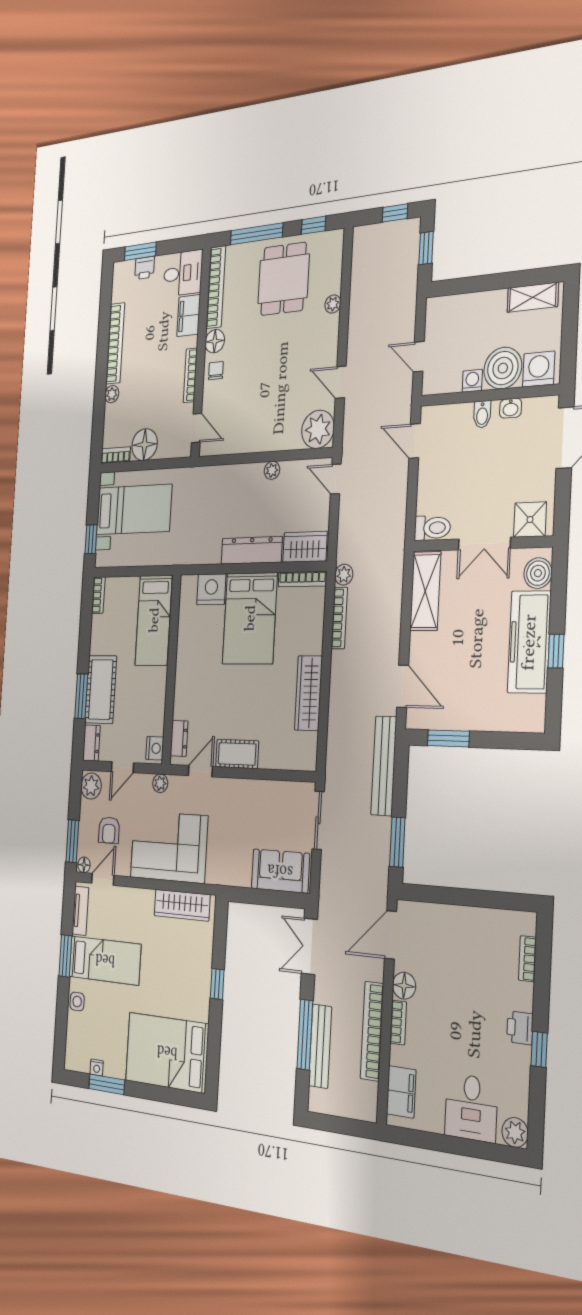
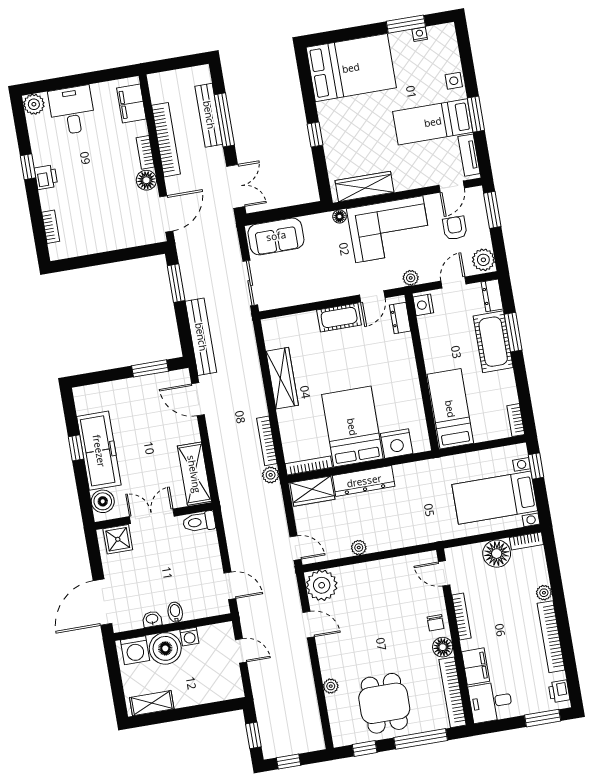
printer: (145, 268) -> (559, 691), moved, turned -90
floor lamp: (84, 865) -> (339, 217), moved

